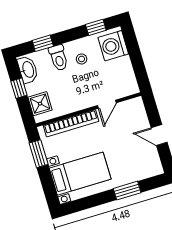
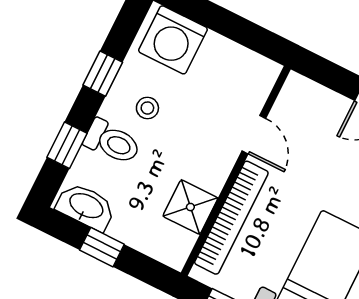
window: (96, 27) -> (103, 74), moved
shower: (40, 104) -> (190, 207), moved

